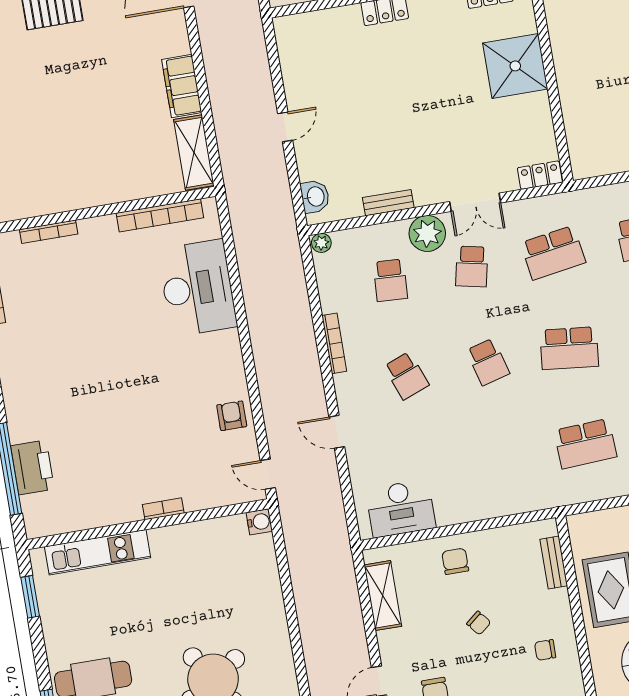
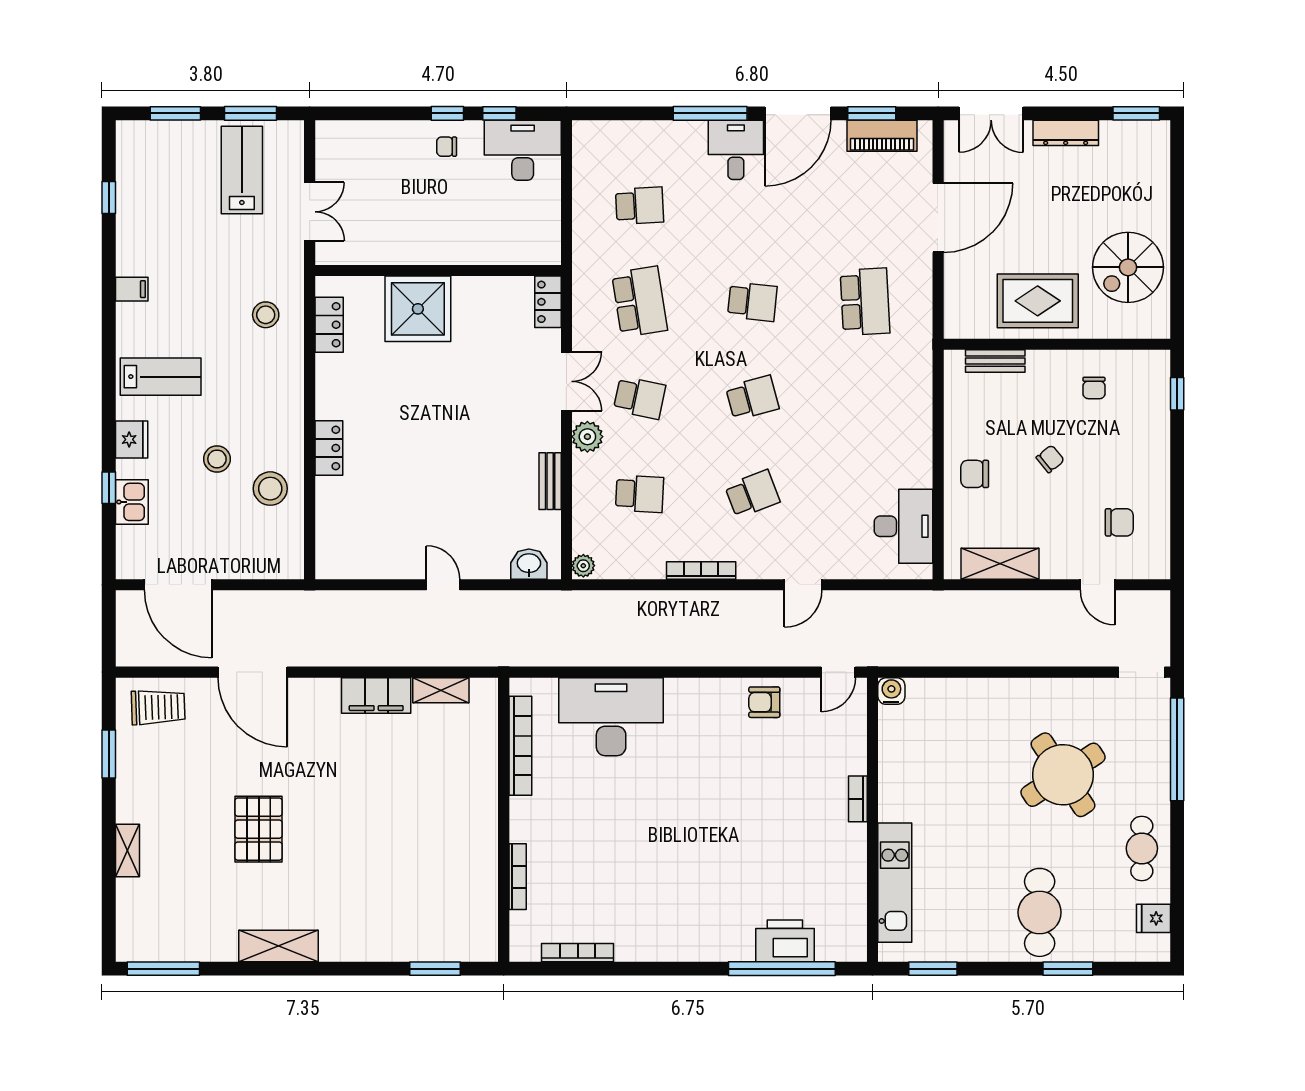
shelving: (194, 153) -> (441, 690), width x0.67, depth x0.75
plant: (427, 233) -> (587, 437), width x0.73, depth x0.73
school desk: (569, 348) -> (752, 302), width x0.54

